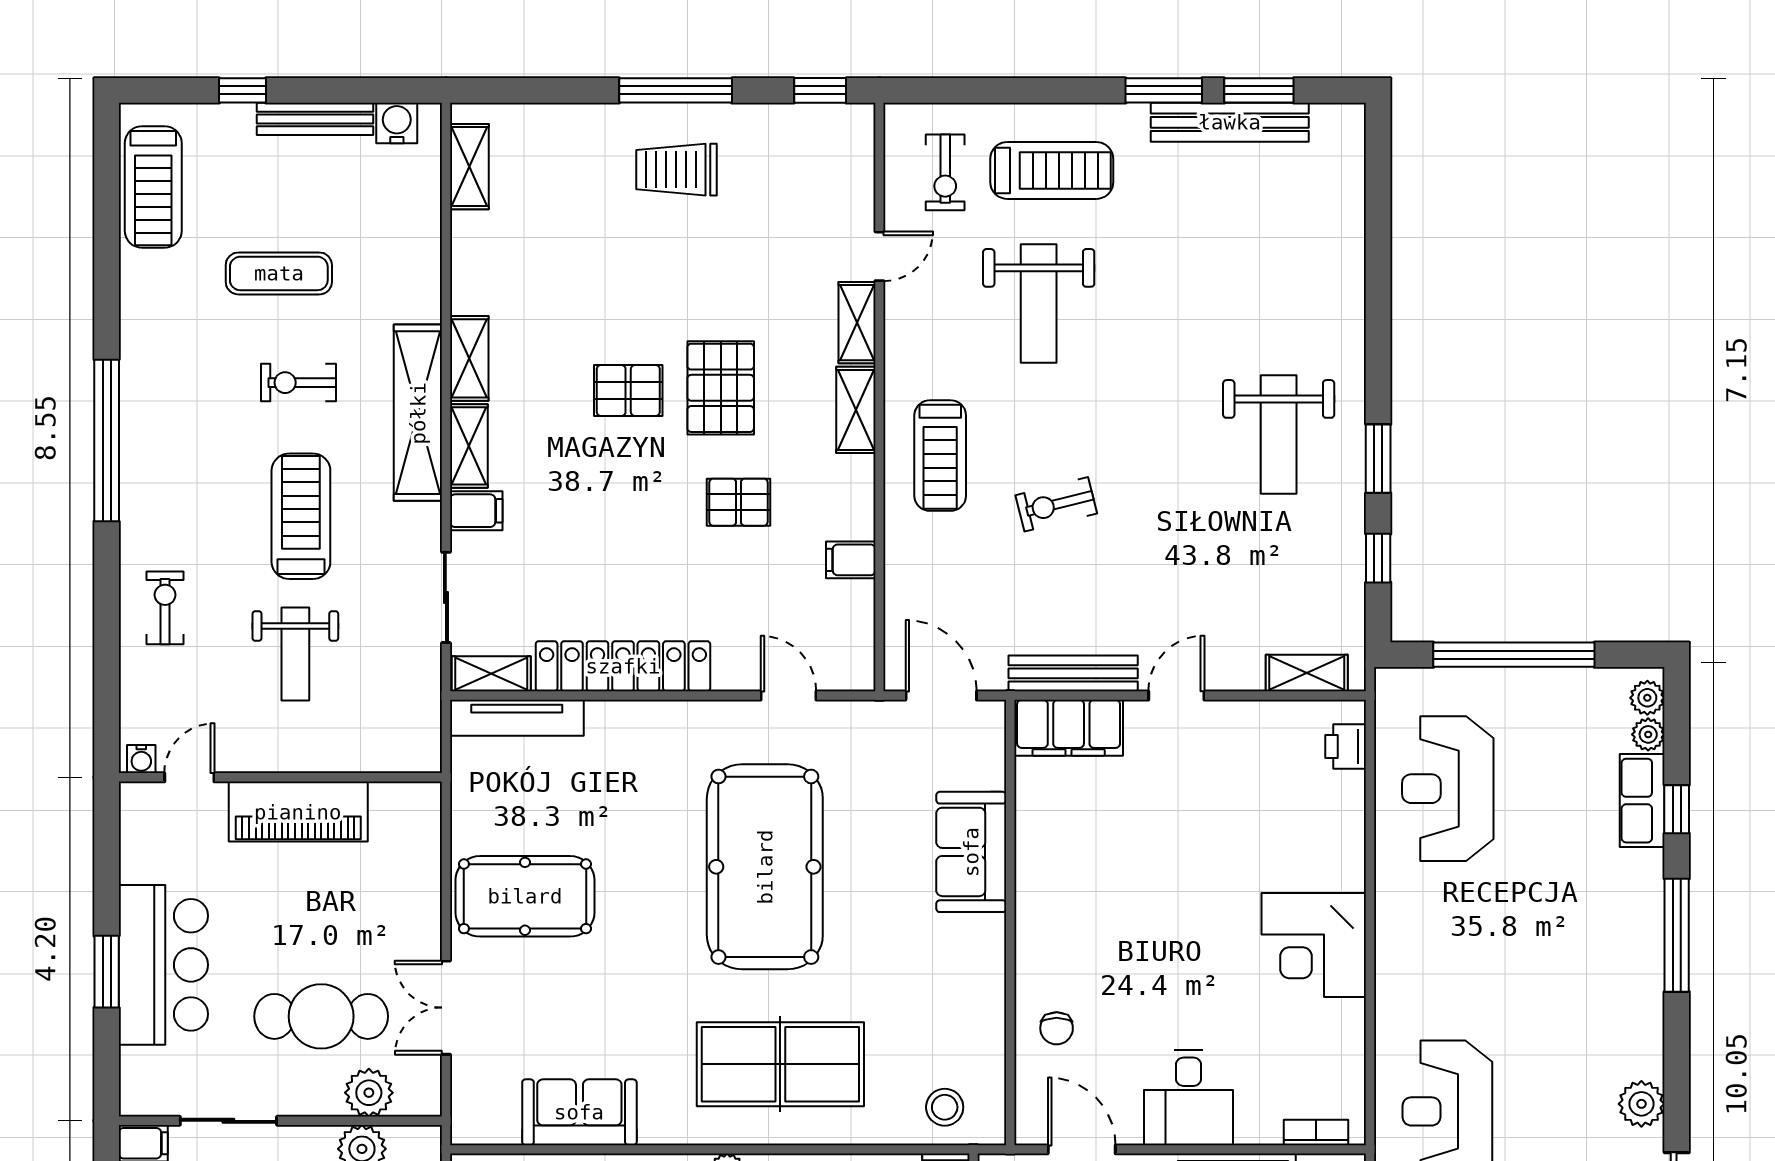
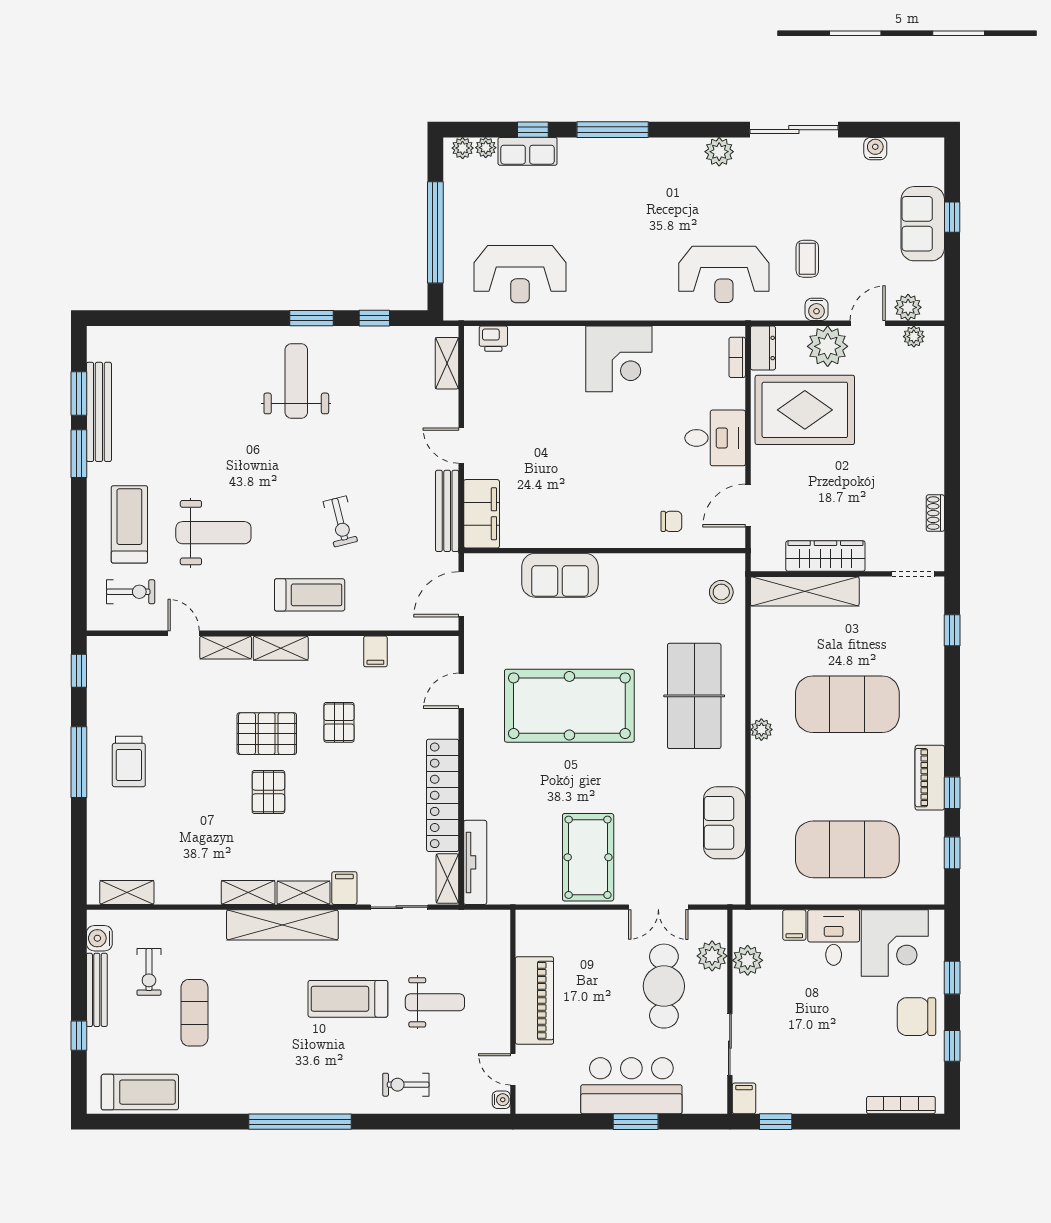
exercise bike: (299, 383) -> (149, 972), moved
weight bench: (1279, 435) -> (296, 381), turned -90

